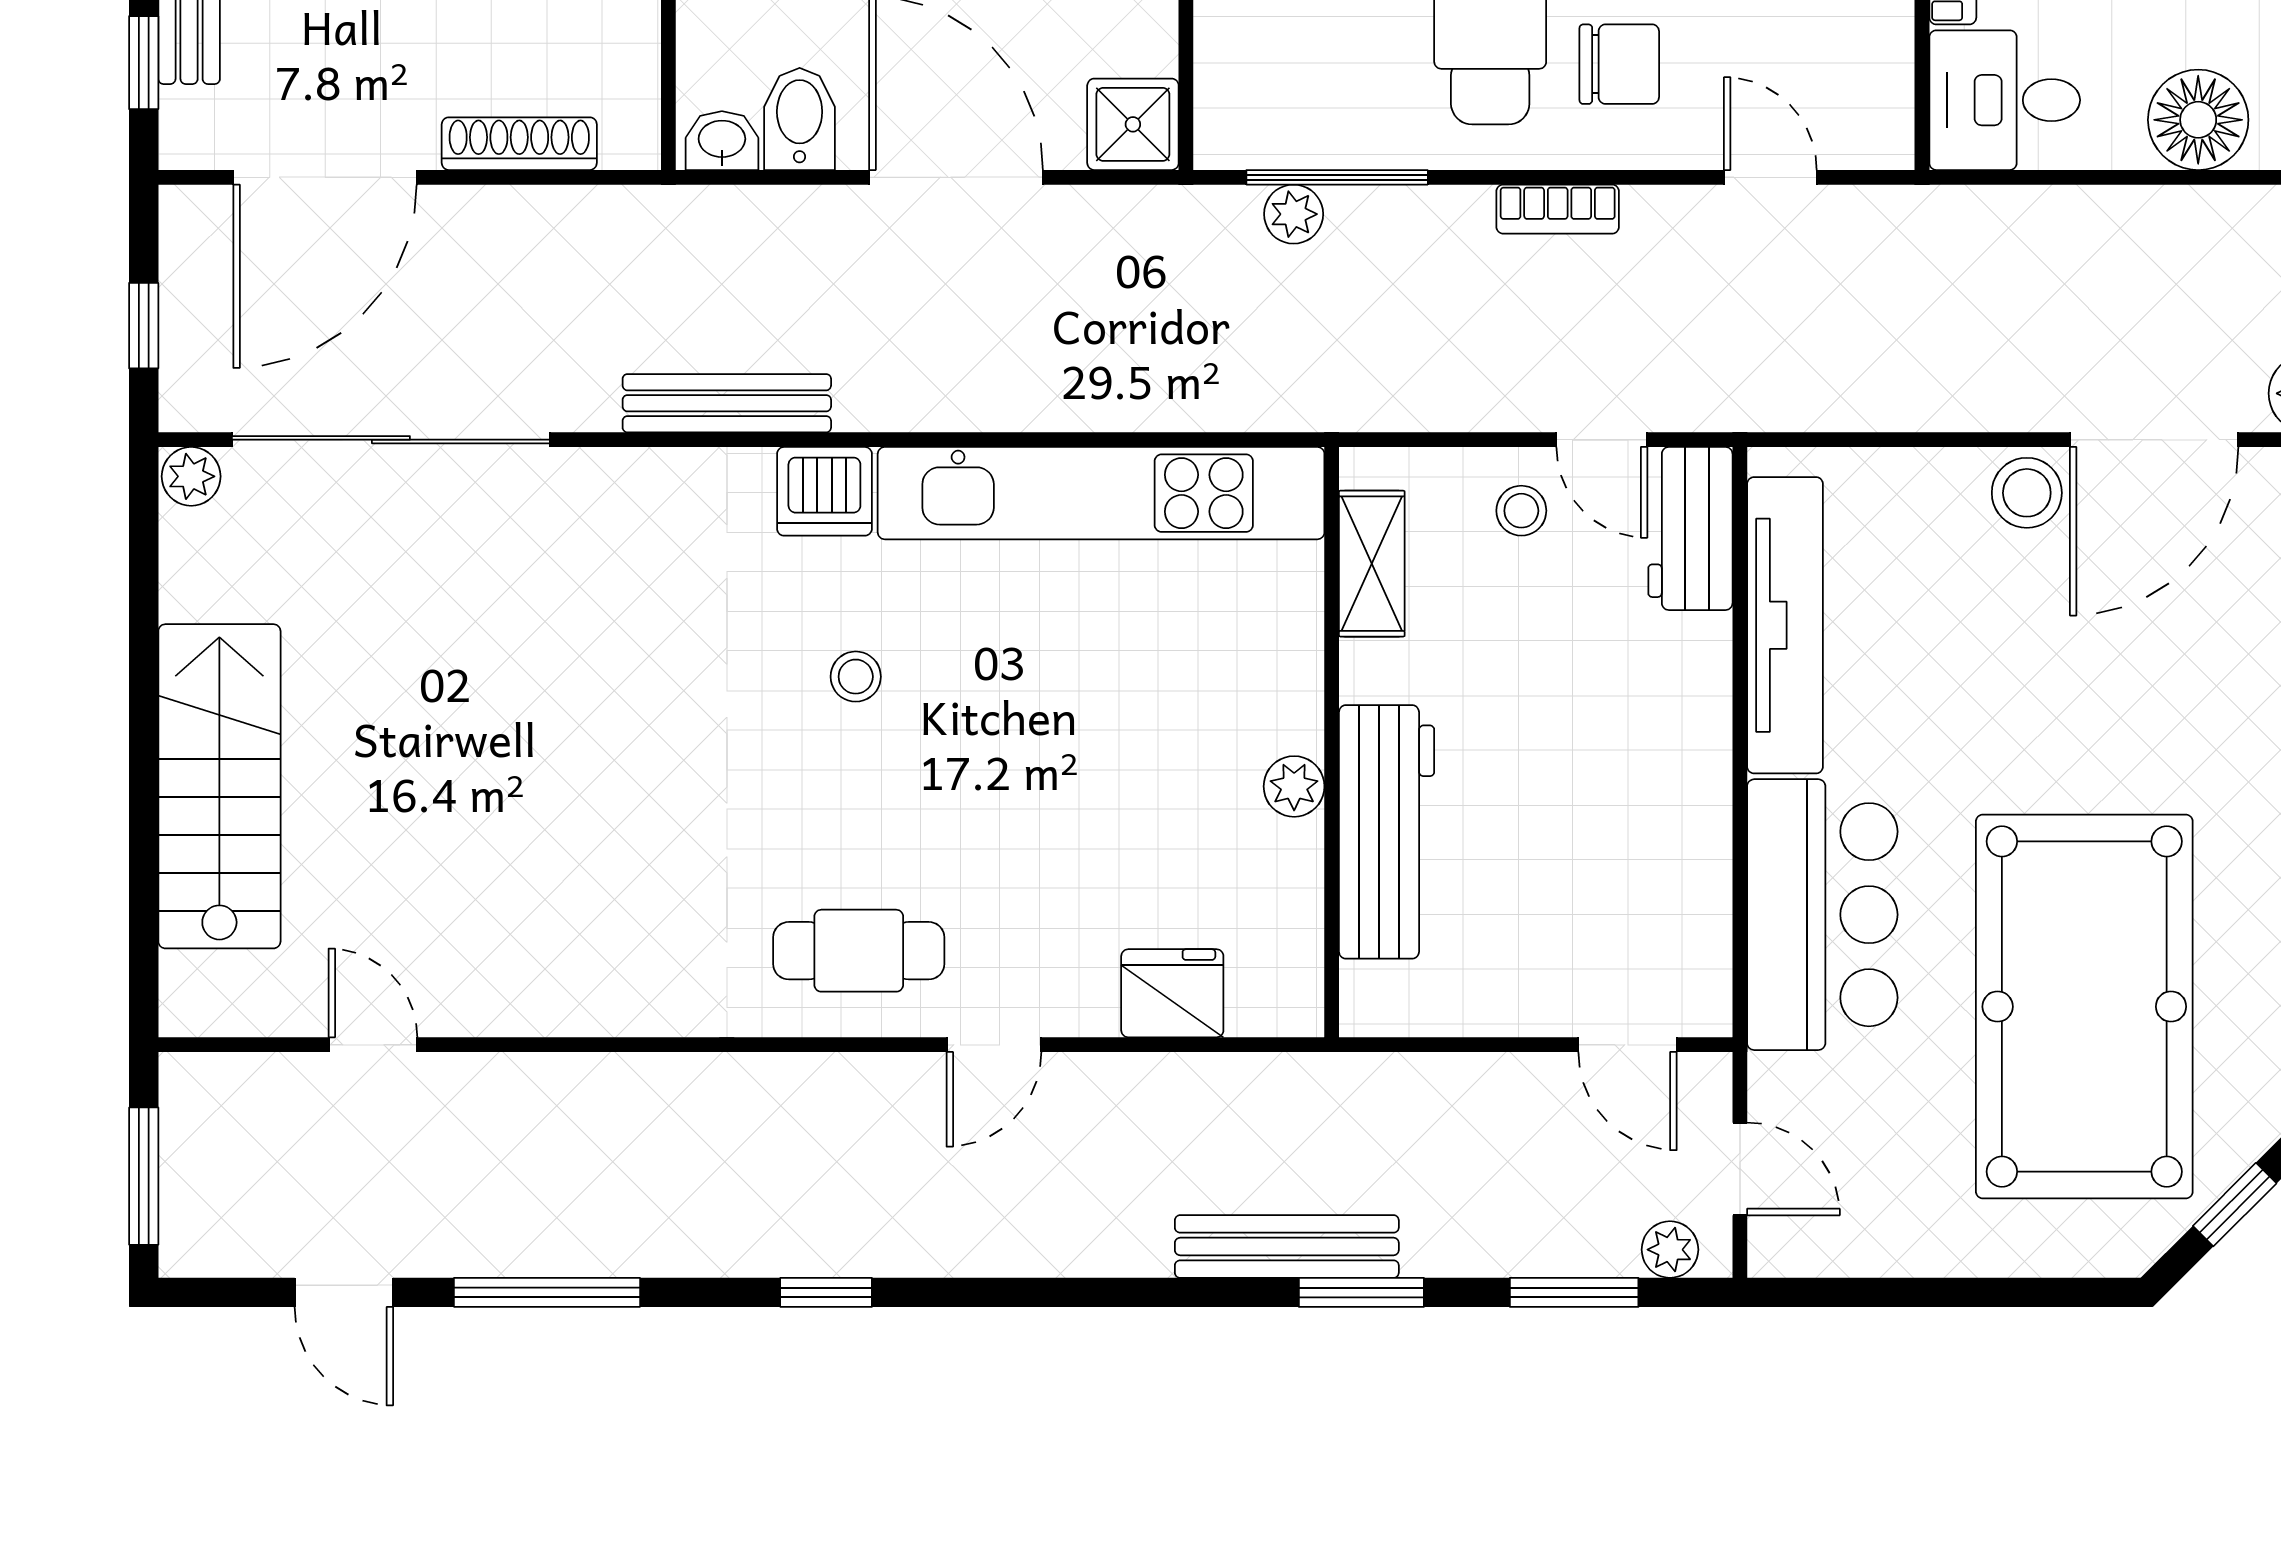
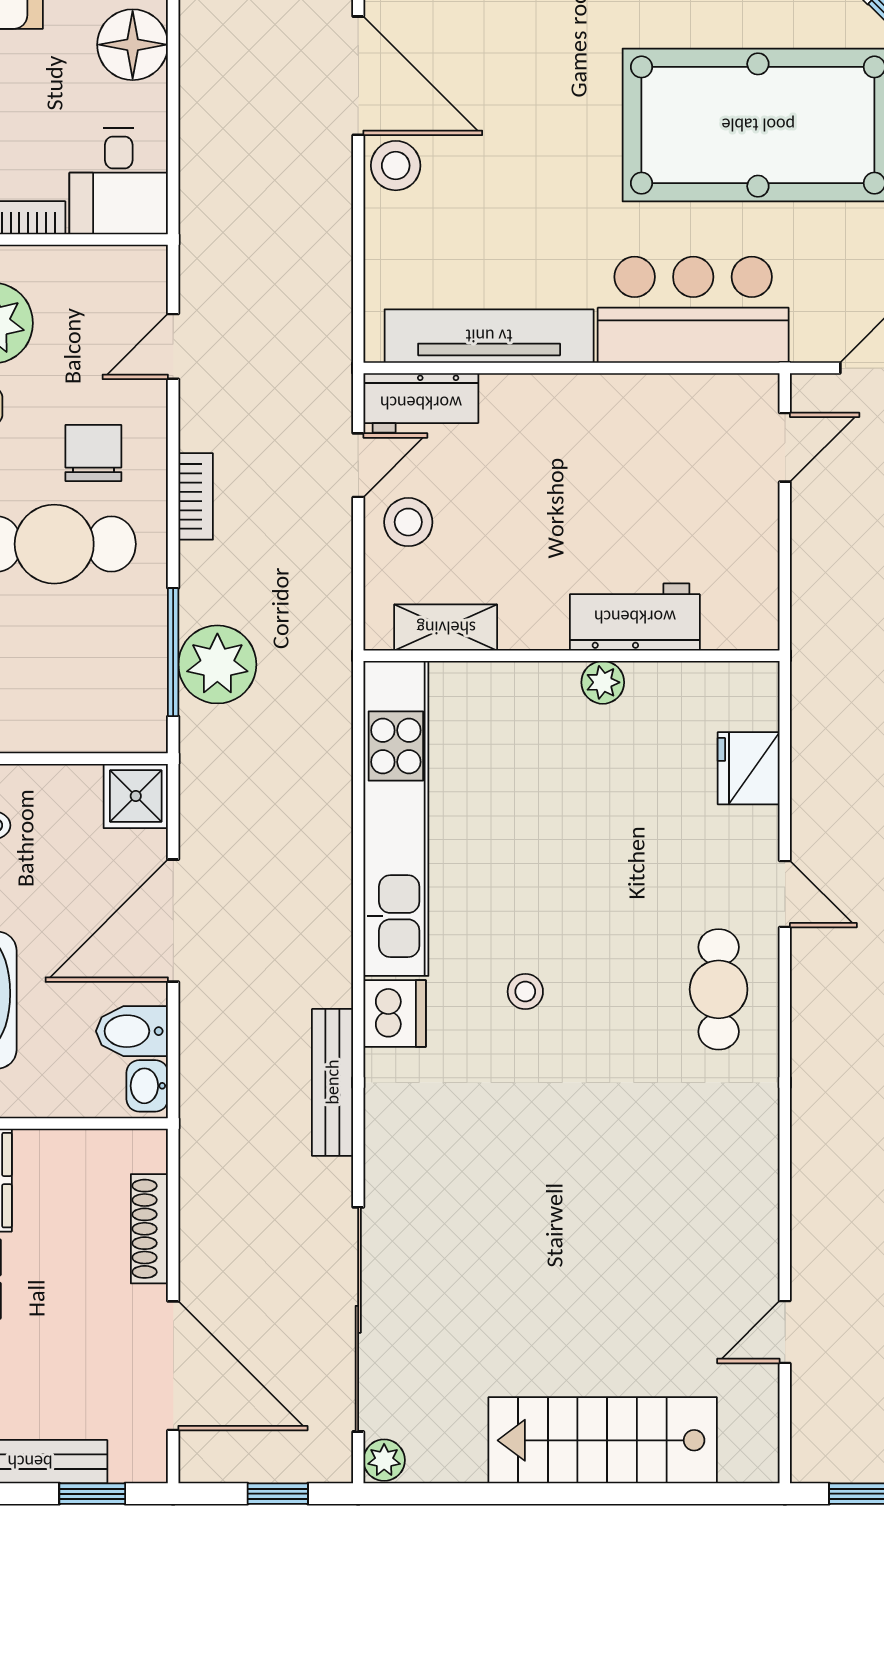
plant: (1294, 214) -> (217, 664), width x1.87, depth x1.87
stool: (1521, 511) -> (408, 522), width x1.37, depth x1.37
workbench: (1387, 832) -> (635, 617), width x0.73

